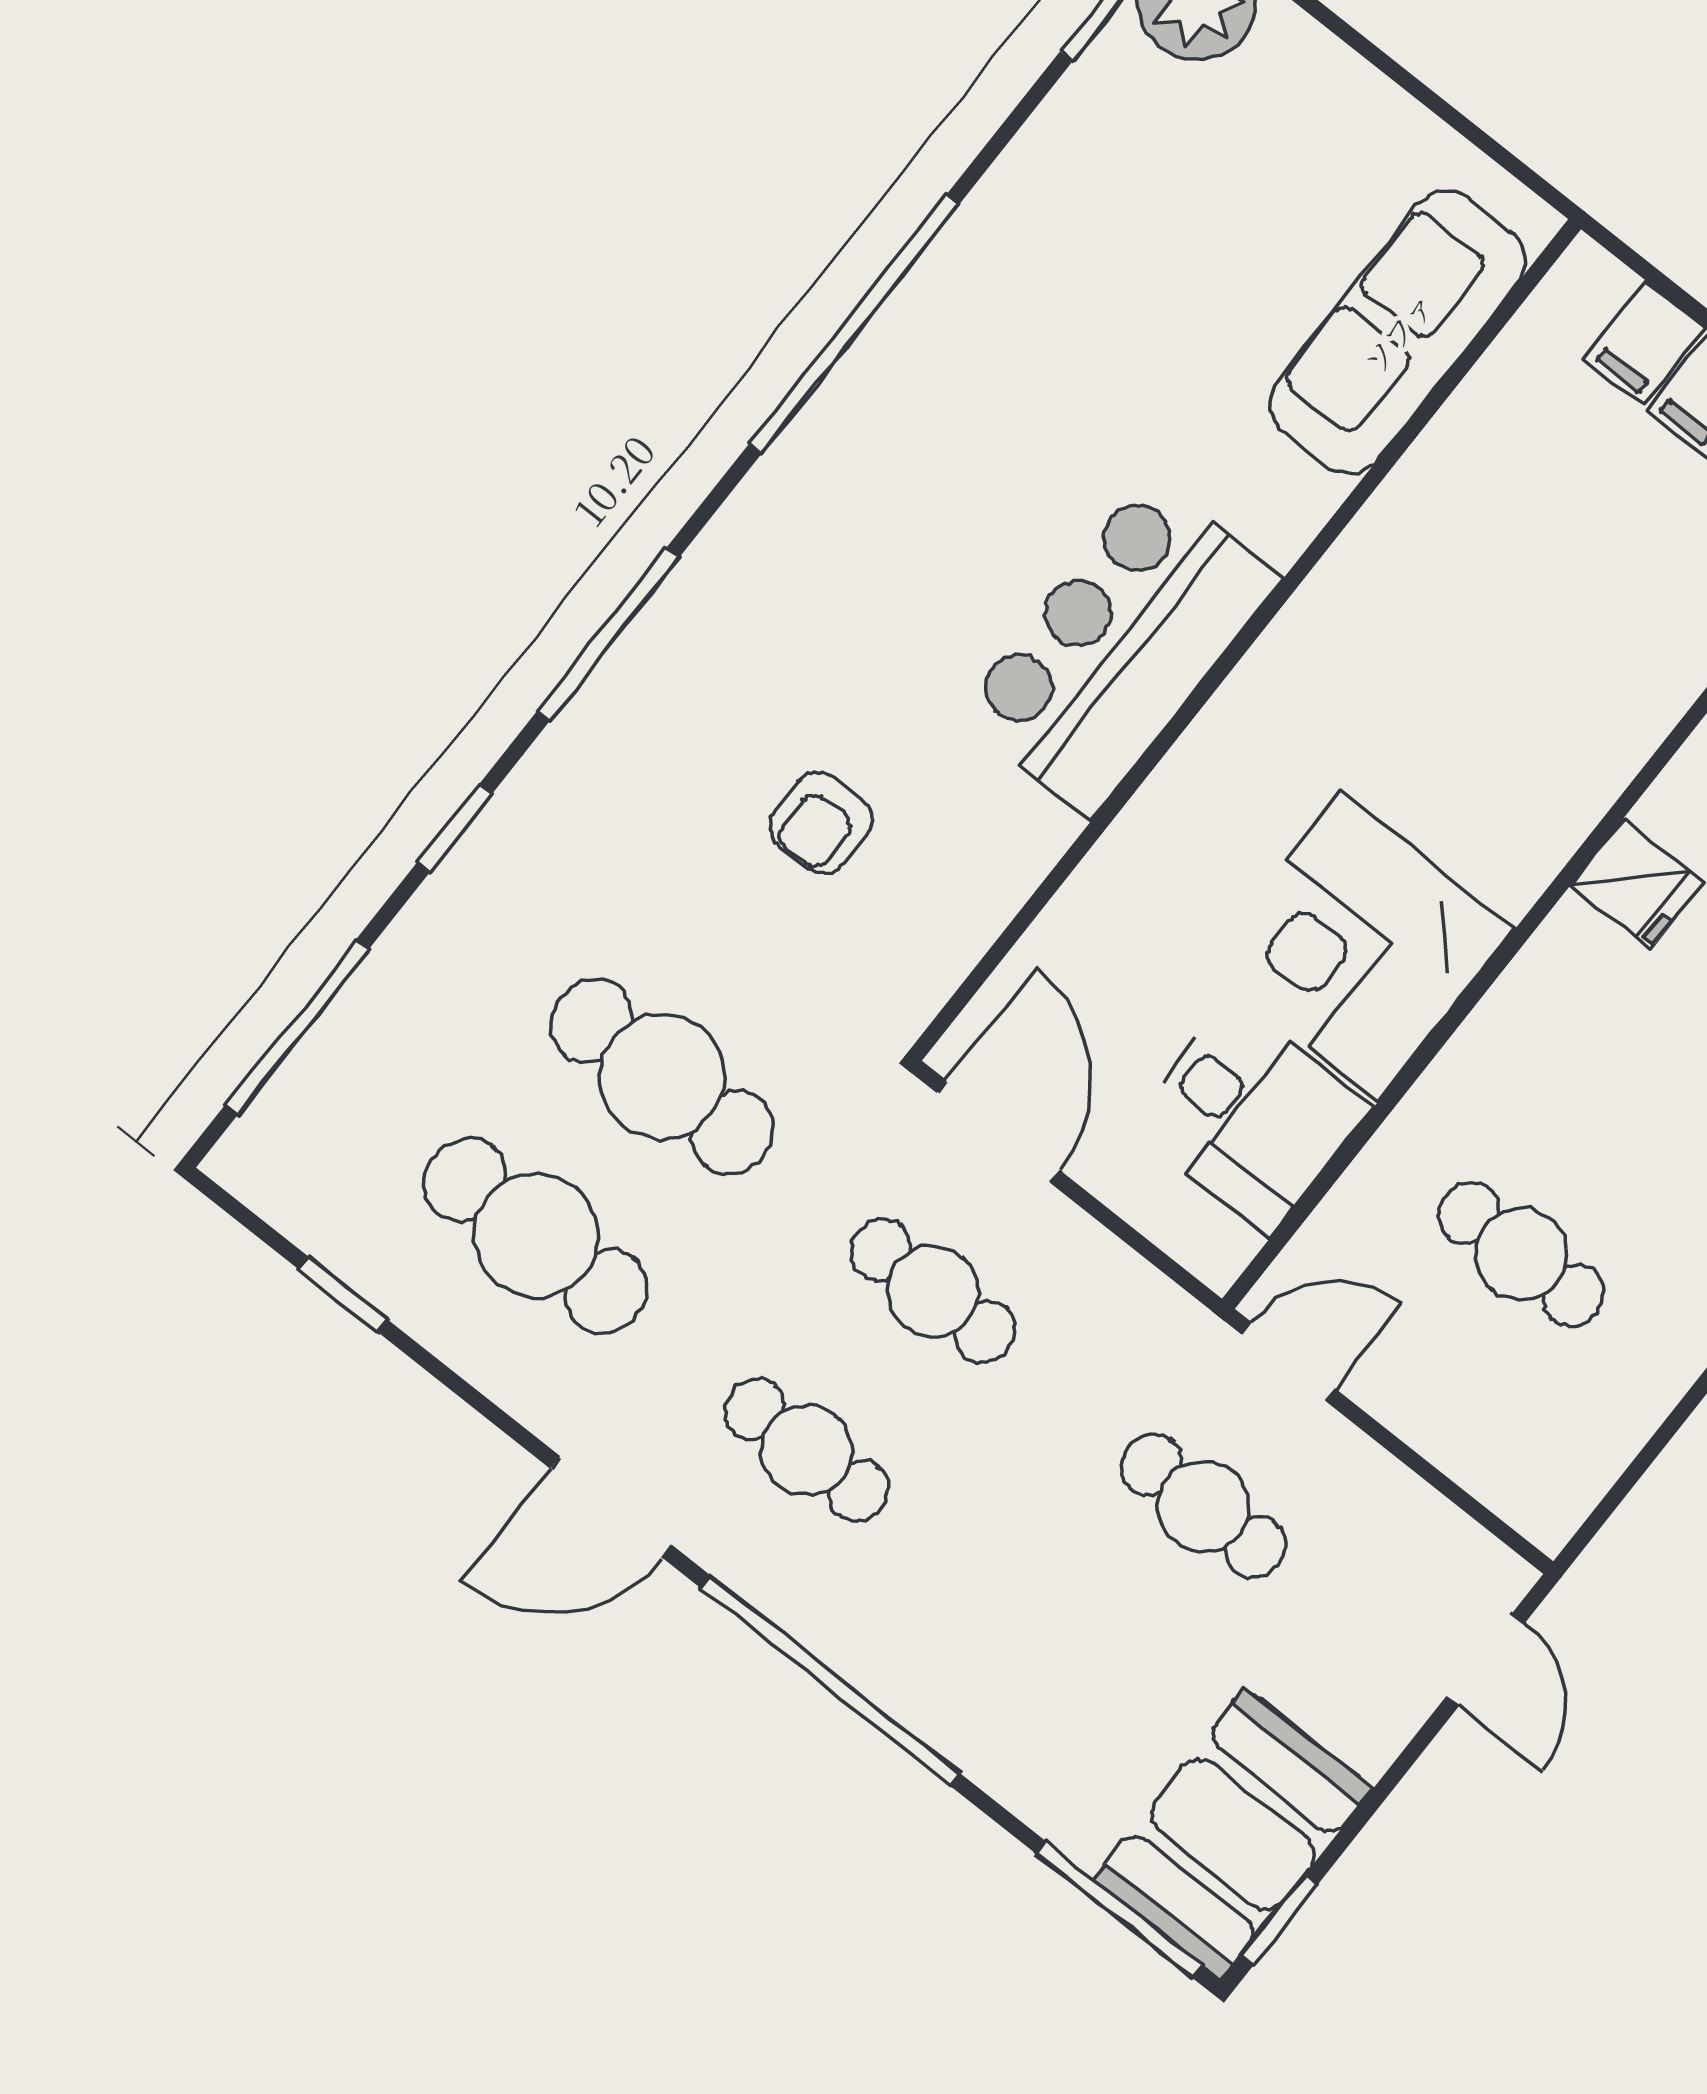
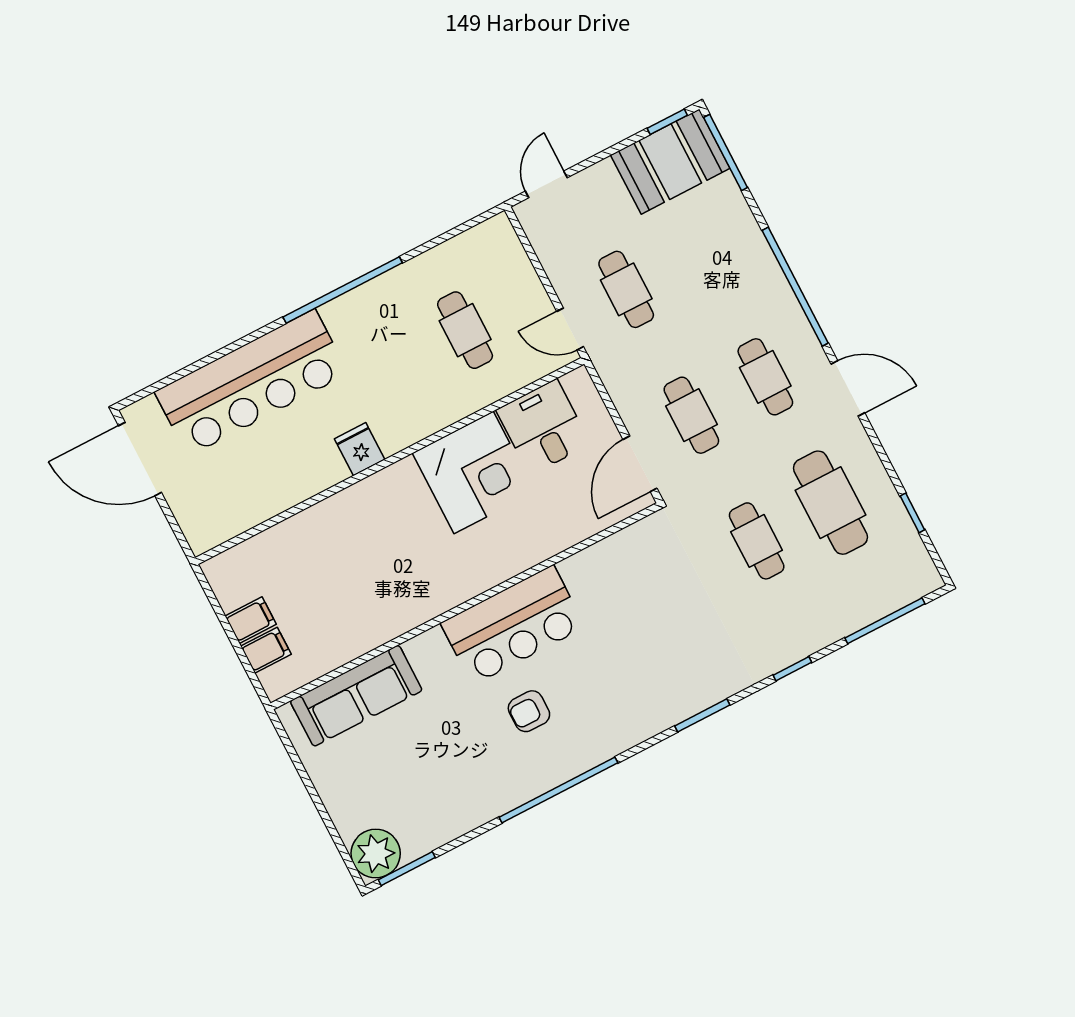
window: (608, 634) -> (702, 715), width x0.69
armchair: (821, 823) -> (529, 711), moved, turned 180
cafe table: (662, 1077) -> (757, 541), width x0.73, depth x0.74

